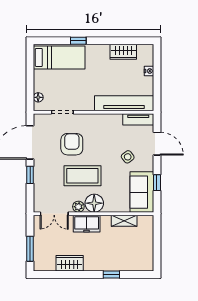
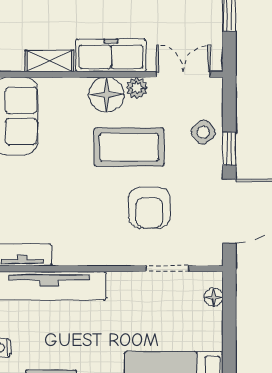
side table: (128, 157) -> (203, 132), moved
freezer: (87, 224) -> (111, 56), width x1.40

